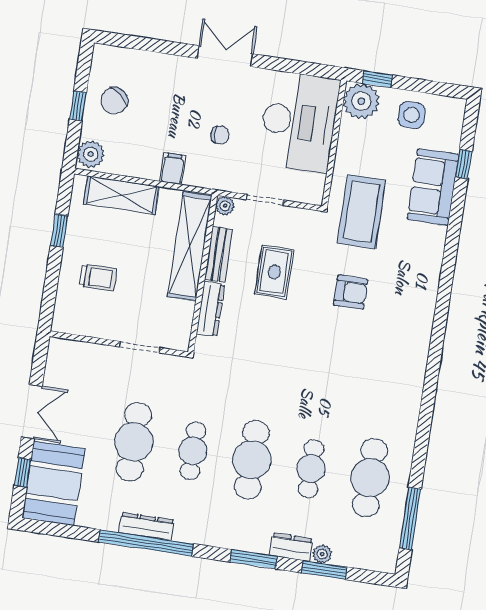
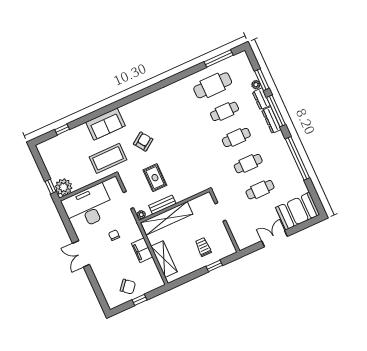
side table: (411, 115) -> (56, 163), removed
plant: (91, 154) -> (156, 282), removed
filing cabinet: (173, 169) -> (142, 250), width x2.00
sofa: (433, 187) -> (106, 124), moved
window: (59, 231) -> (214, 266), moved
rug: (274, 272) -> (155, 178), turned 90
armchair: (351, 292) -> (143, 142), turned 55
dresser: (210, 309) -> (187, 194), removed
cafe table: (134, 442) -> (260, 190), width x0.73, depth x0.74
cafe table: (252, 460) -> (236, 137), width x0.73, depth x0.74
window: (23, 472) -> (301, 226), removed
dresser: (146, 526) -> (271, 120), moved
window: (253, 559) -> (276, 111), width x1.44

